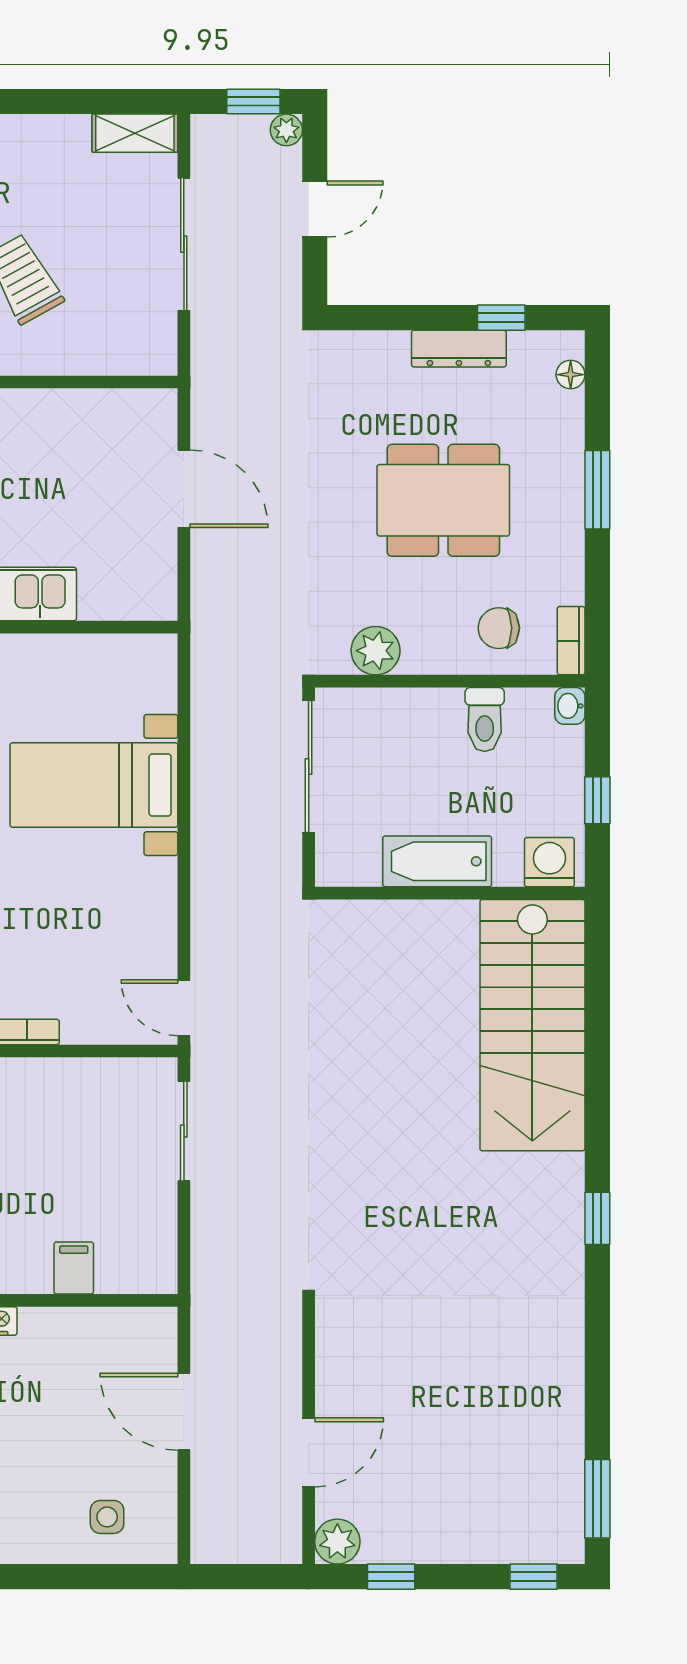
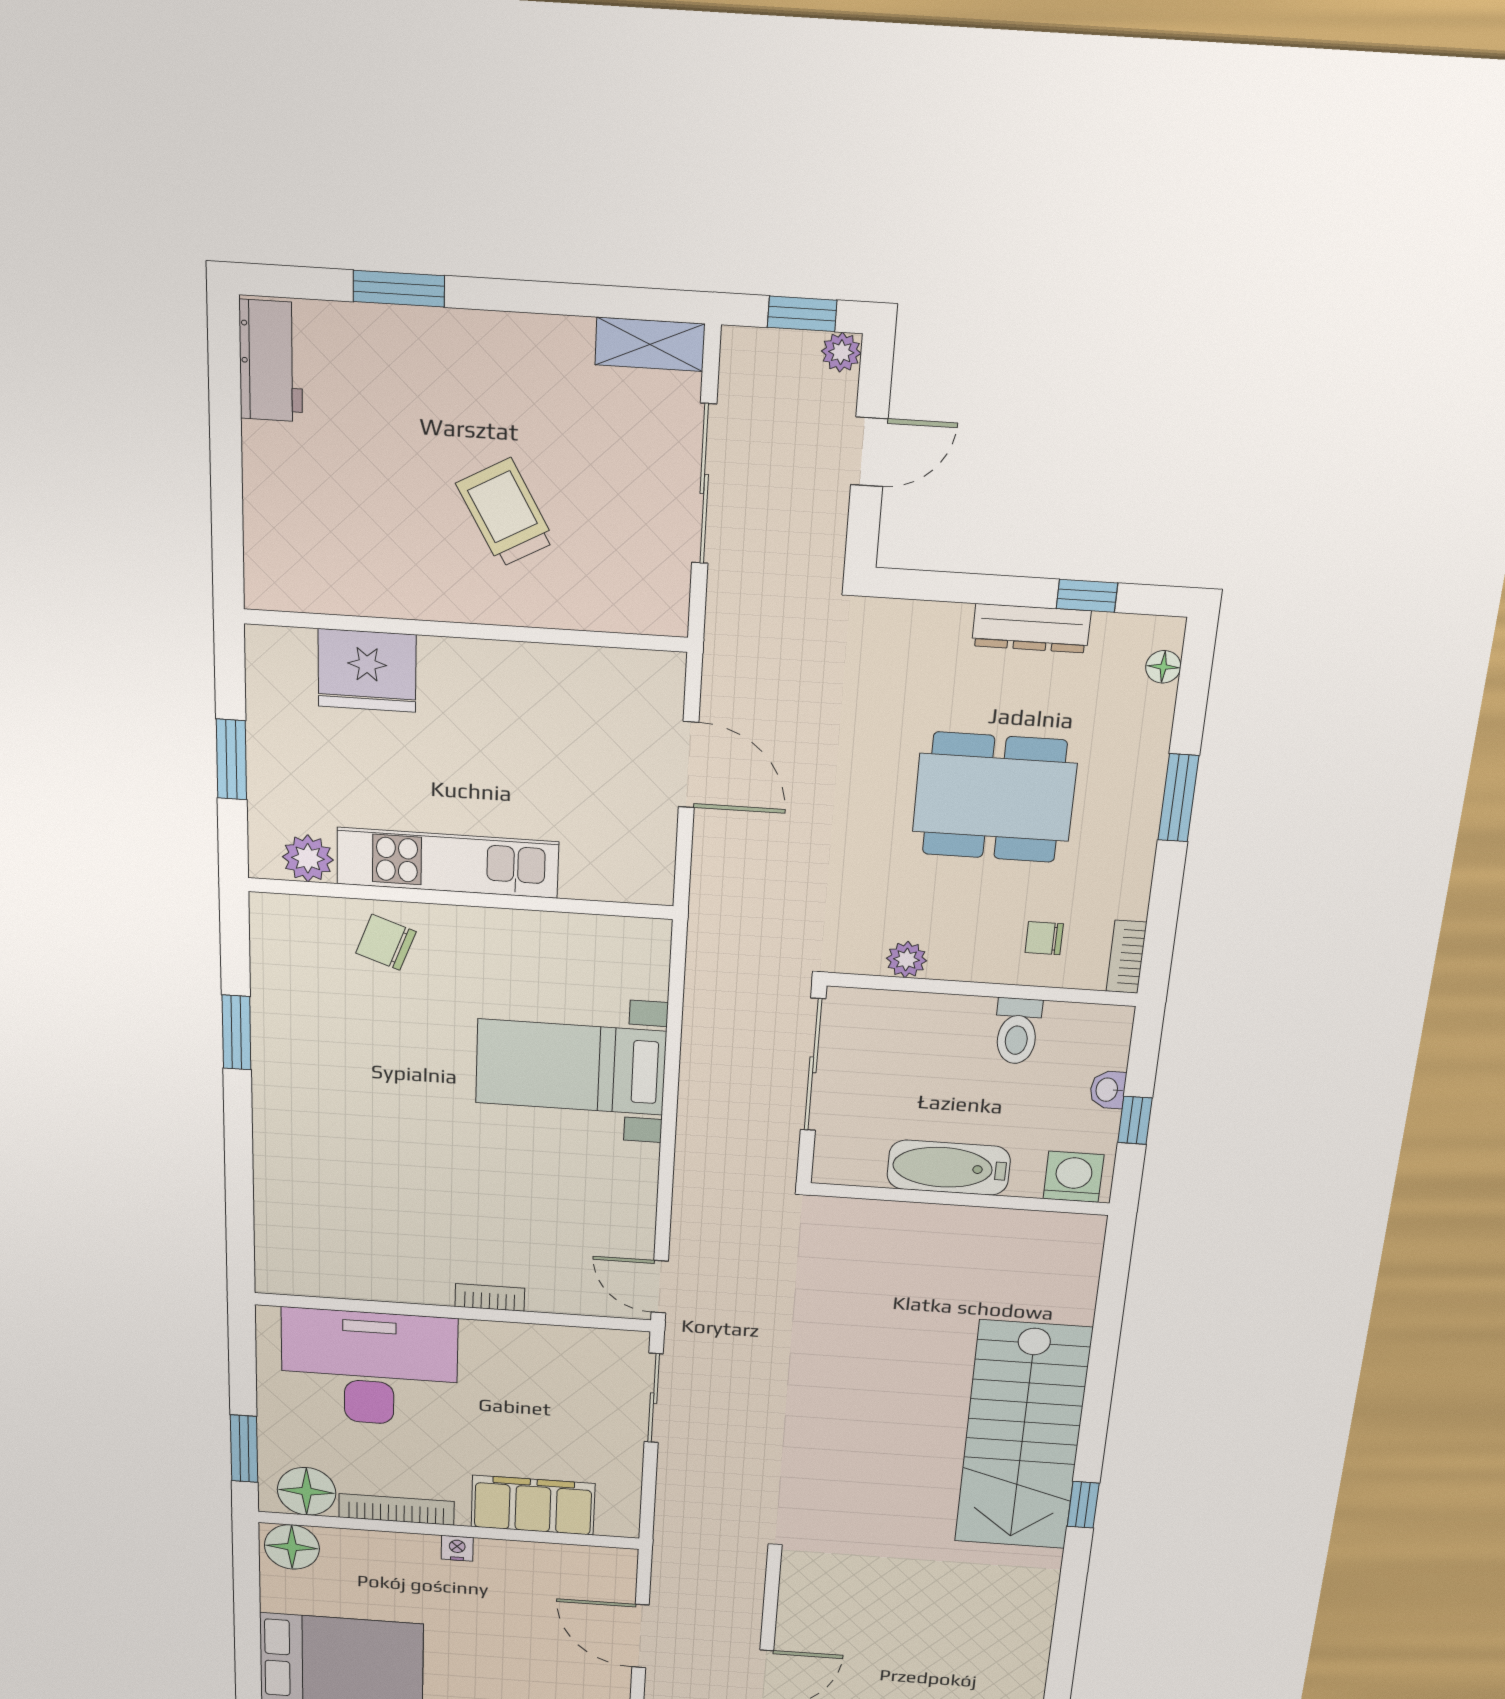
chair: (499, 628) -> (1044, 938), width x0.73, depth x0.73
plant: (376, 651) -> (906, 960), width x0.73, depth x0.73
washbasin: (570, 706) -> (1108, 1090), moved
stairs: (532, 1025) -> (1023, 1436), moved
filing cabinet: (74, 1268) -> (533, 1505), width x3.00, depth x1.17

